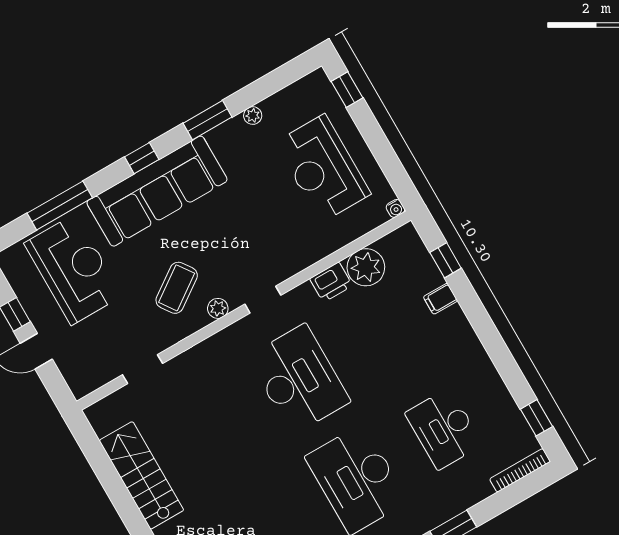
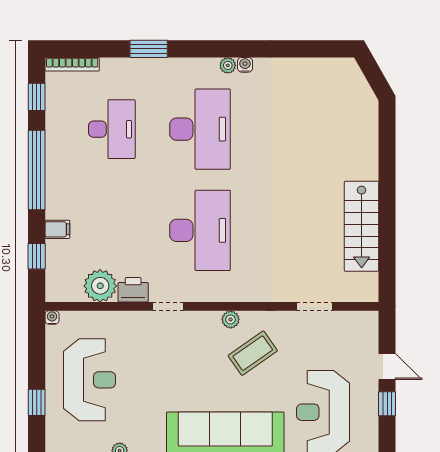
window: (347, 90) -> (37, 402), moved
doorway: (263, 300) -> (168, 306), moved
window: (495, 345) -> (37, 170), added
desk: (299, 379) -> (200, 230), turned 180

